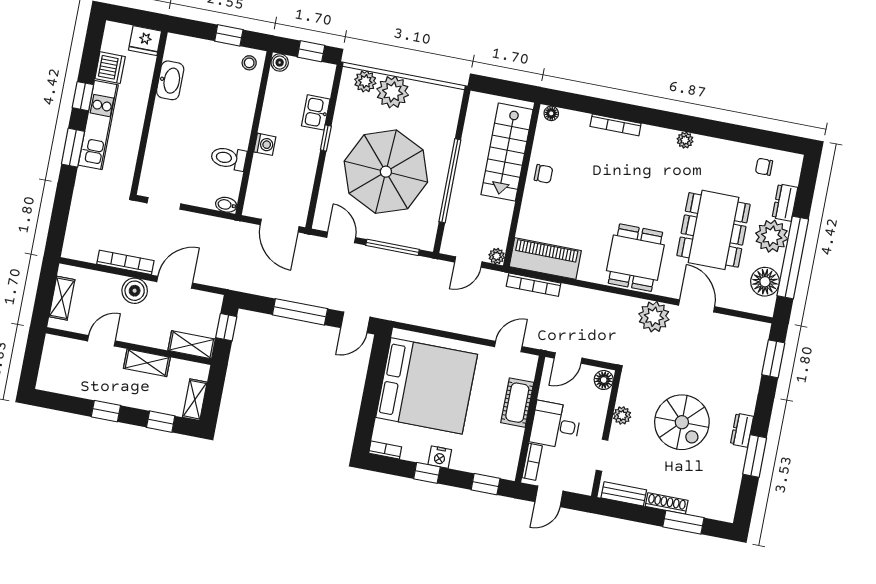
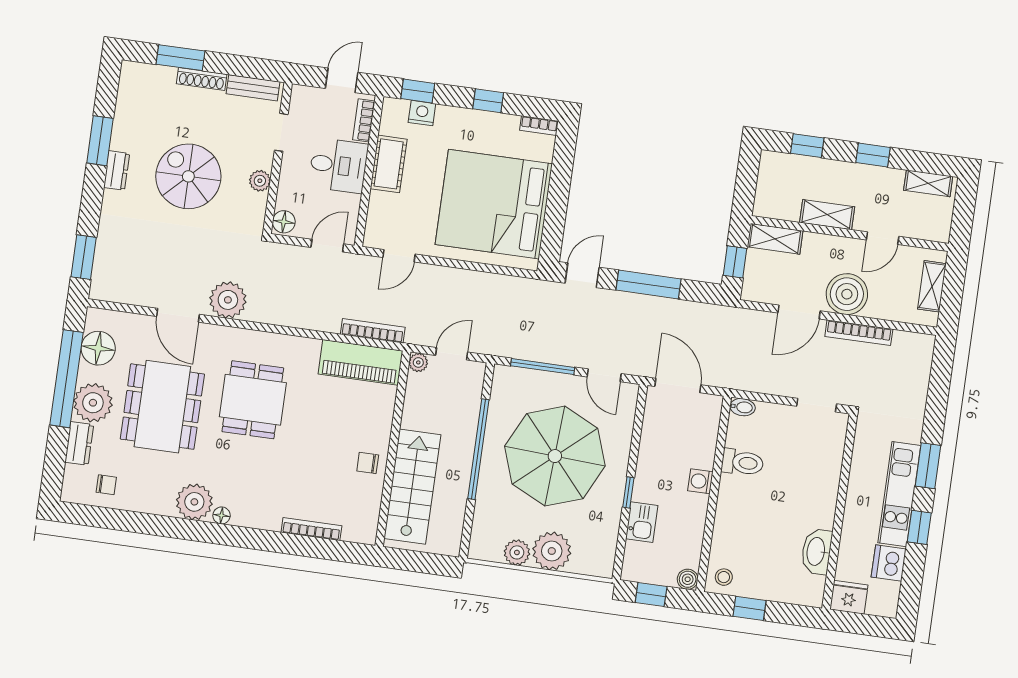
plant: (365, 81) -> (517, 552), moved
floor lamp: (551, 113) -> (222, 515), moved
bookcase: (616, 125) -> (311, 529), moved
plant: (685, 140) -> (194, 502), width x1.87, depth x1.87
dining table: (635, 258) -> (253, 400), moved
boiler: (135, 291) -> (847, 294), width x1.37, depth x1.37
shelving: (195, 400) -> (928, 183), moved, turned 90
cot: (517, 403) -> (389, 164), moved
nightstand: (440, 457) -> (422, 113), moved

